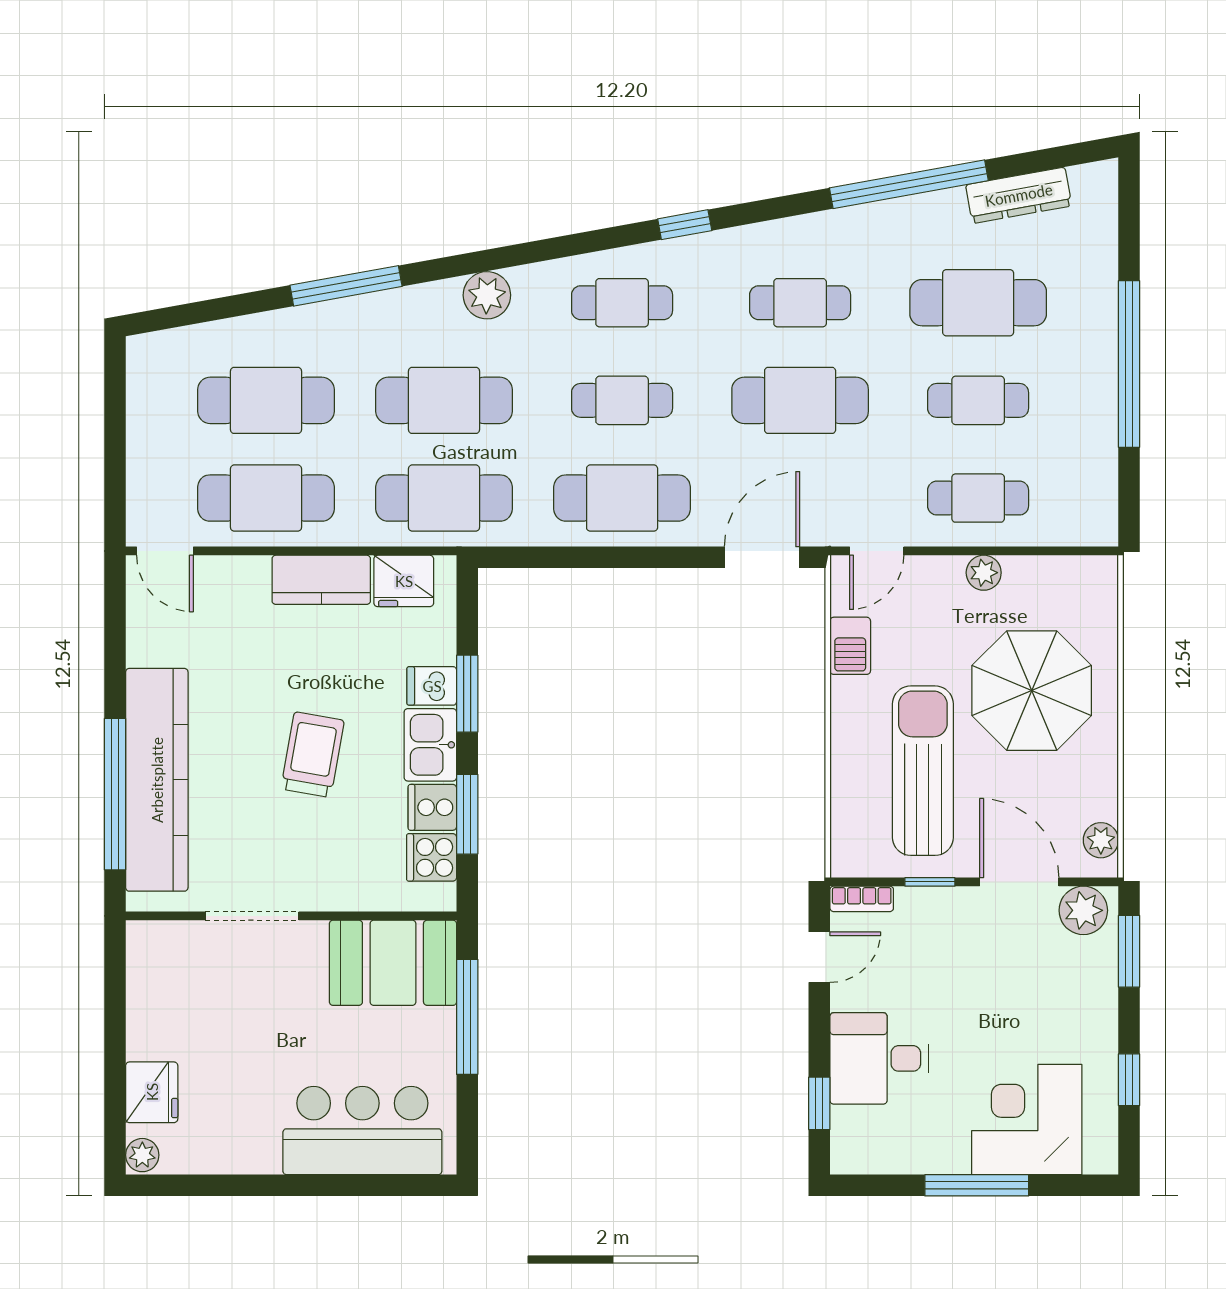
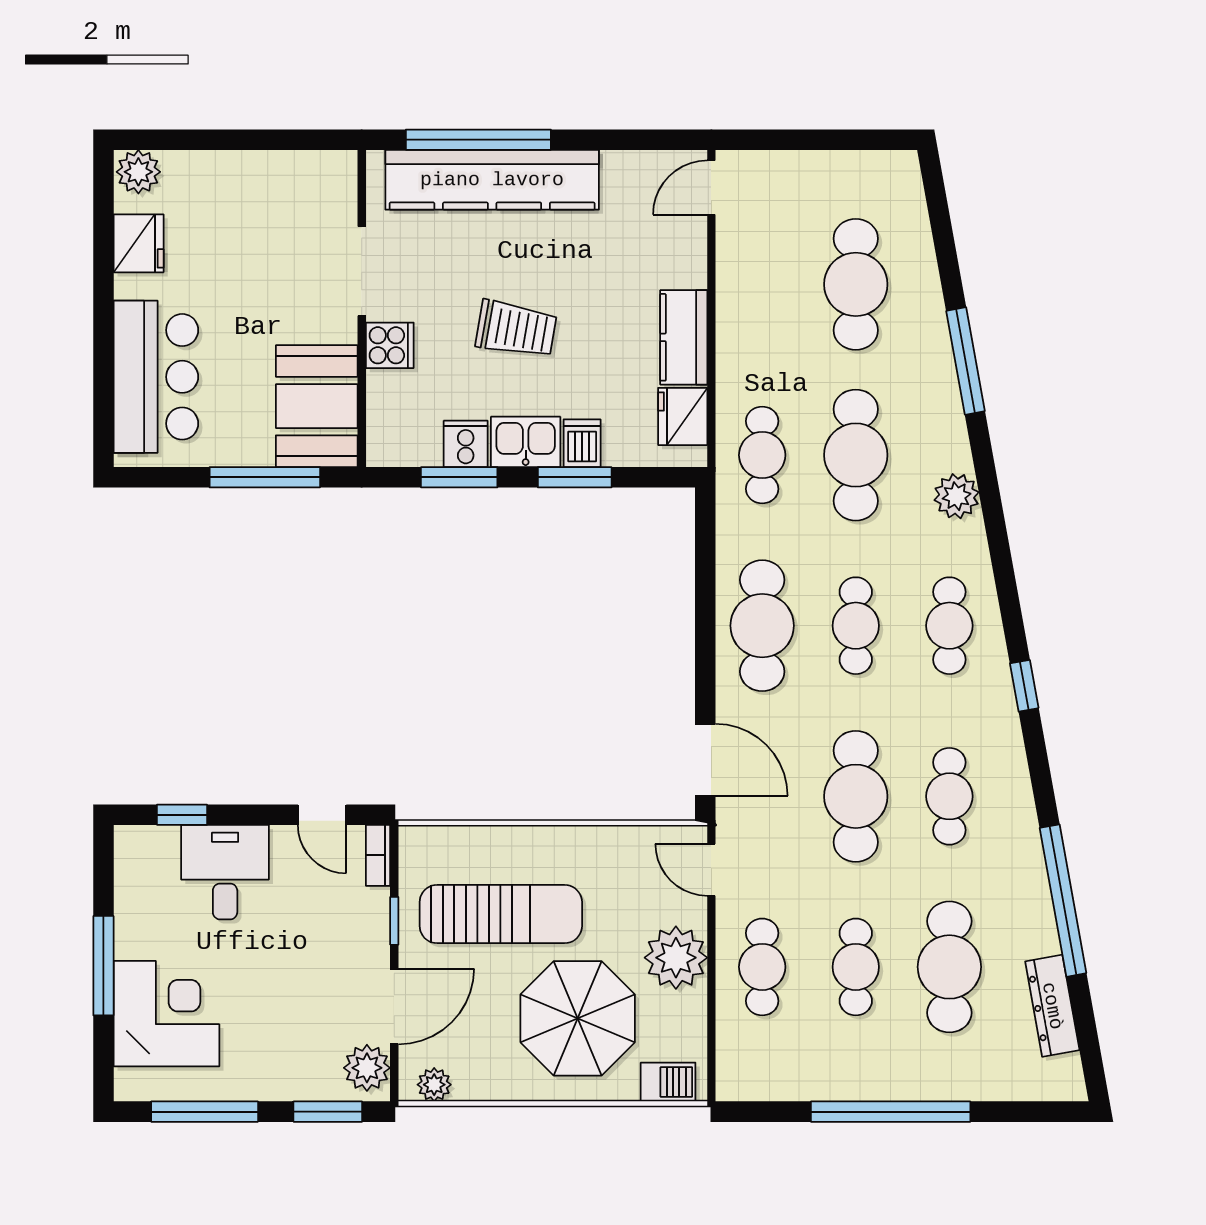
cafe table: (266, 498) -> (762, 284), removed
cafe table: (444, 498) -> (762, 455), width x0.73, depth x0.74
plant: (984, 573) -> (676, 958), width x1.87, depth x1.87
barbecue: (850, 646) -> (668, 1082), moved, turned 180
cooker: (432, 857) -> (390, 345), moved, turned 90
window: (1129, 1080) -> (205, 1112), width x2.17
fridge: (152, 1092) -> (139, 243), moved, turned -90
plant: (142, 1155) -> (138, 172), width x1.38, depth x1.38

